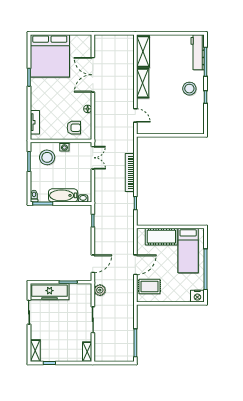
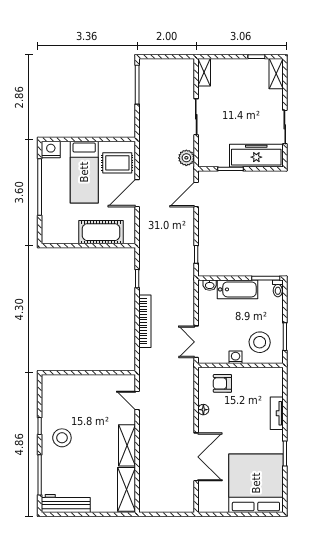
workbench: (198, 52) -> (66, 504), moved, turned -90
tv unit: (35, 122) -> (277, 413), moved
bed: (188, 250) -> (84, 172), moved, turned 180

